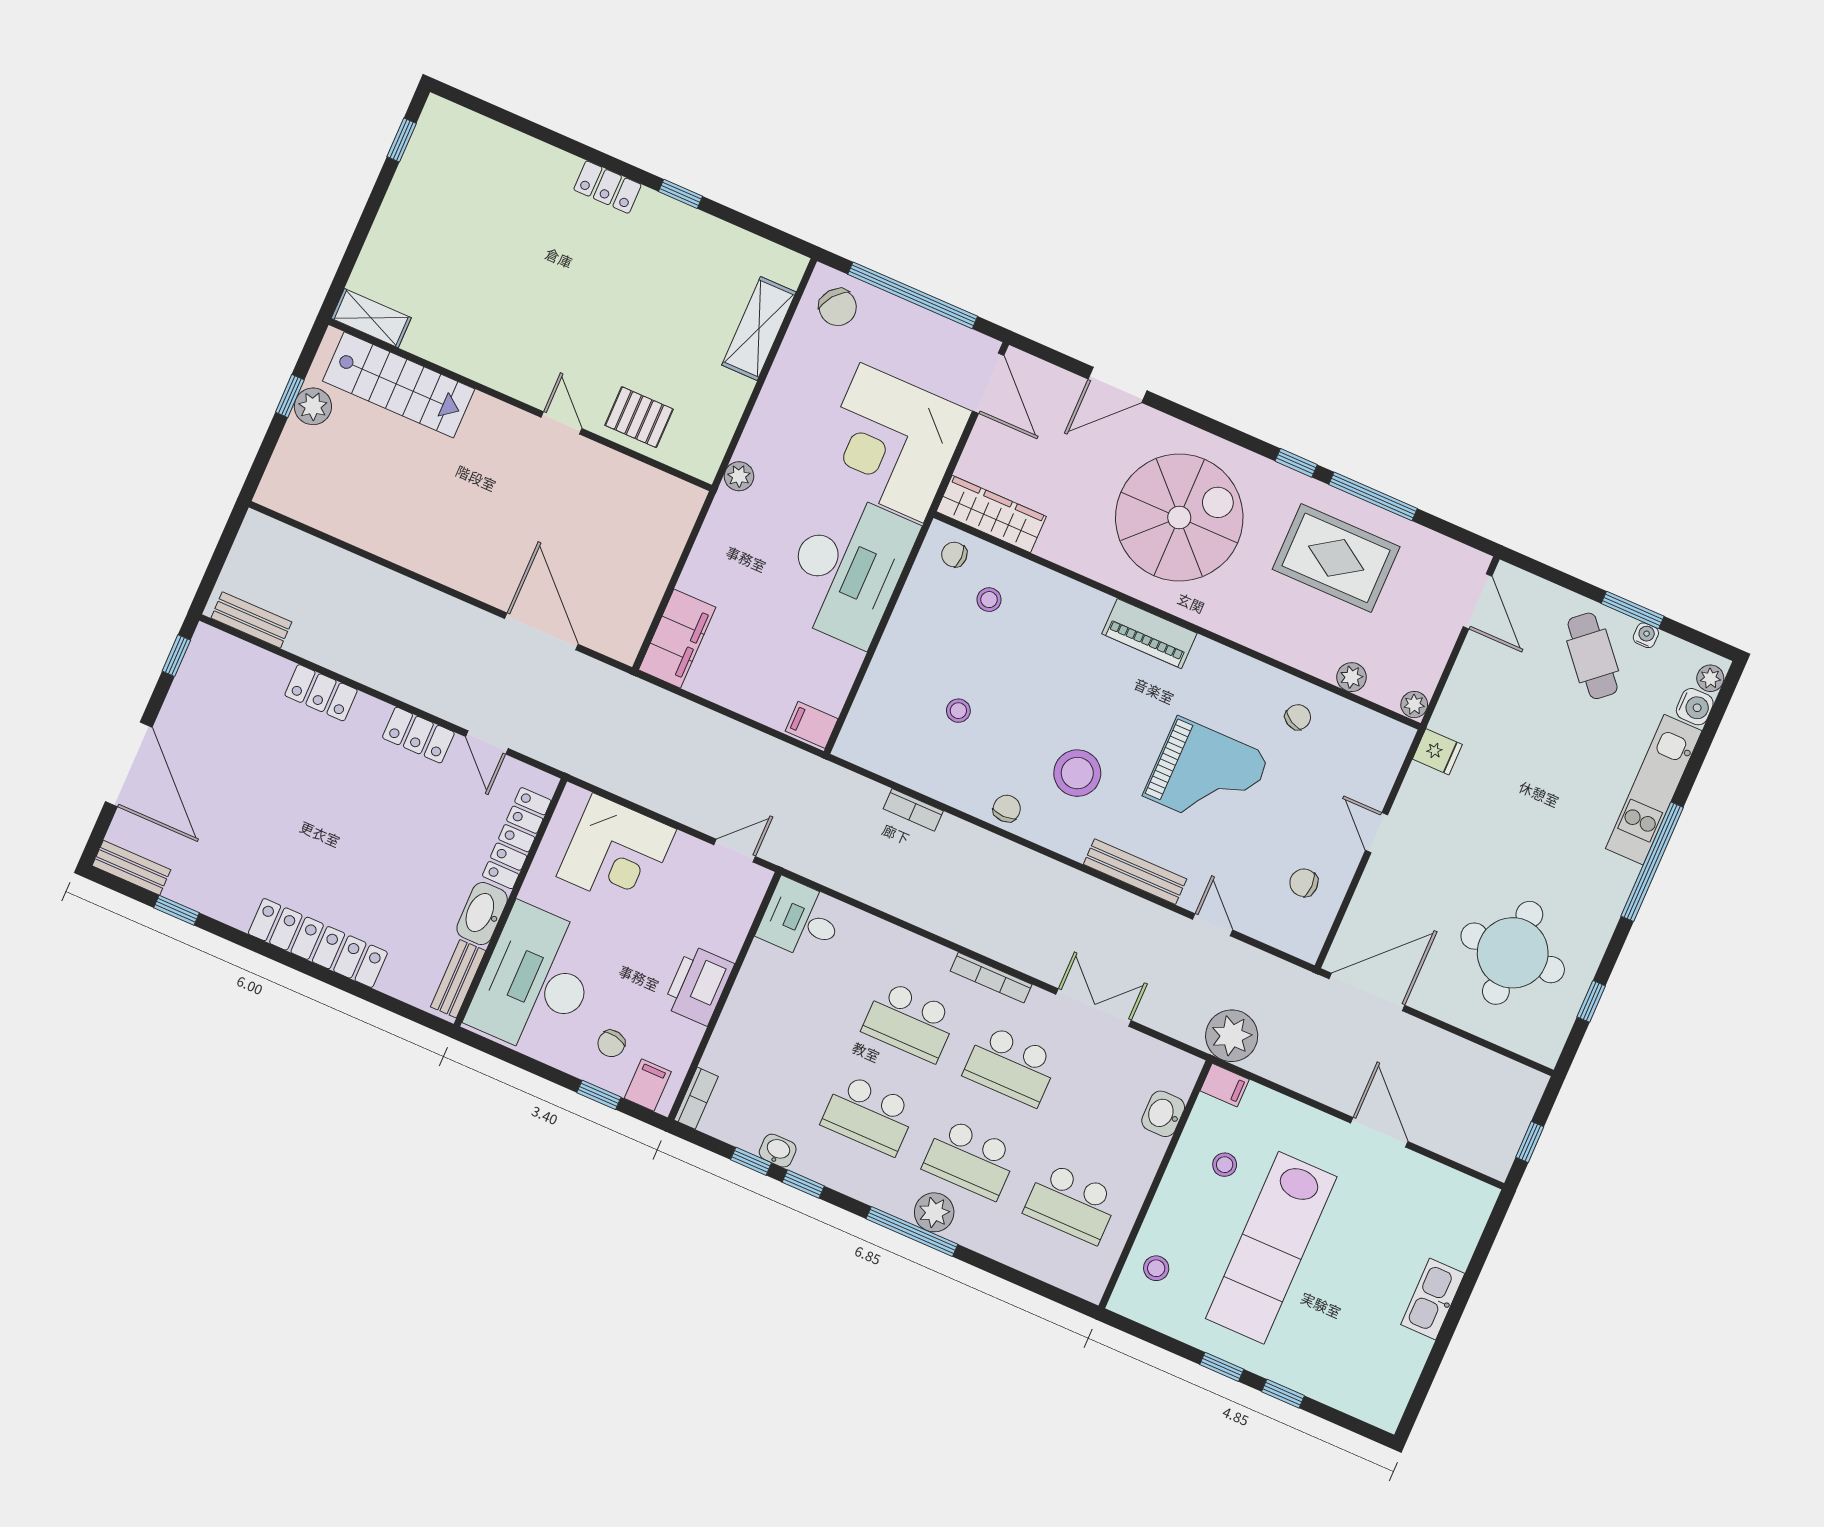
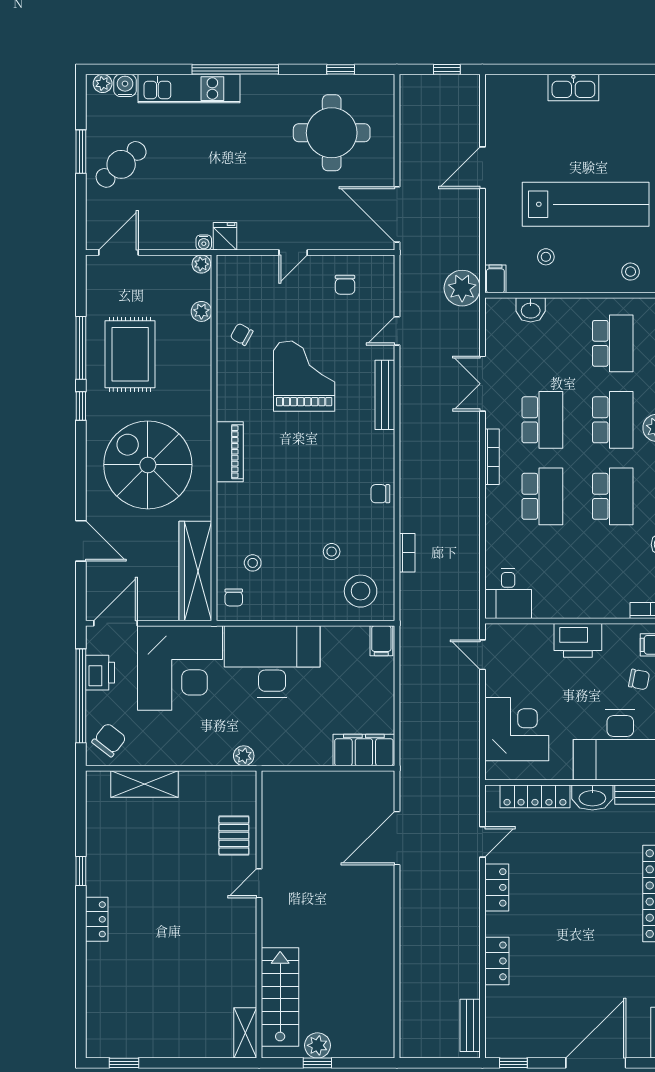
printer: (932, 334) -> (100, 673), added
wardrobe: (991, 514) -> (195, 571), width x1.40, depth x1.17
water cooler: (1646, 635) -> (204, 242), moved, turned -90
stool: (1077, 773) -> (361, 591), moved

